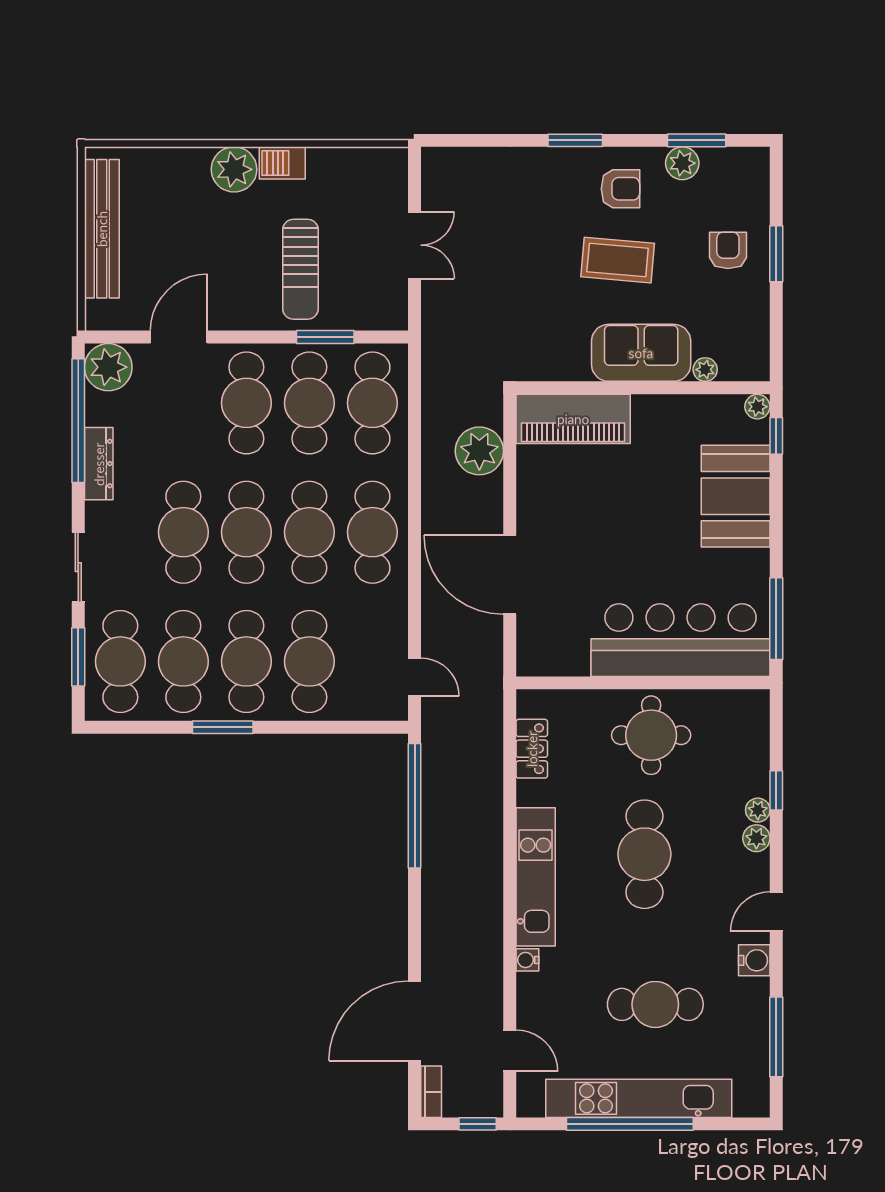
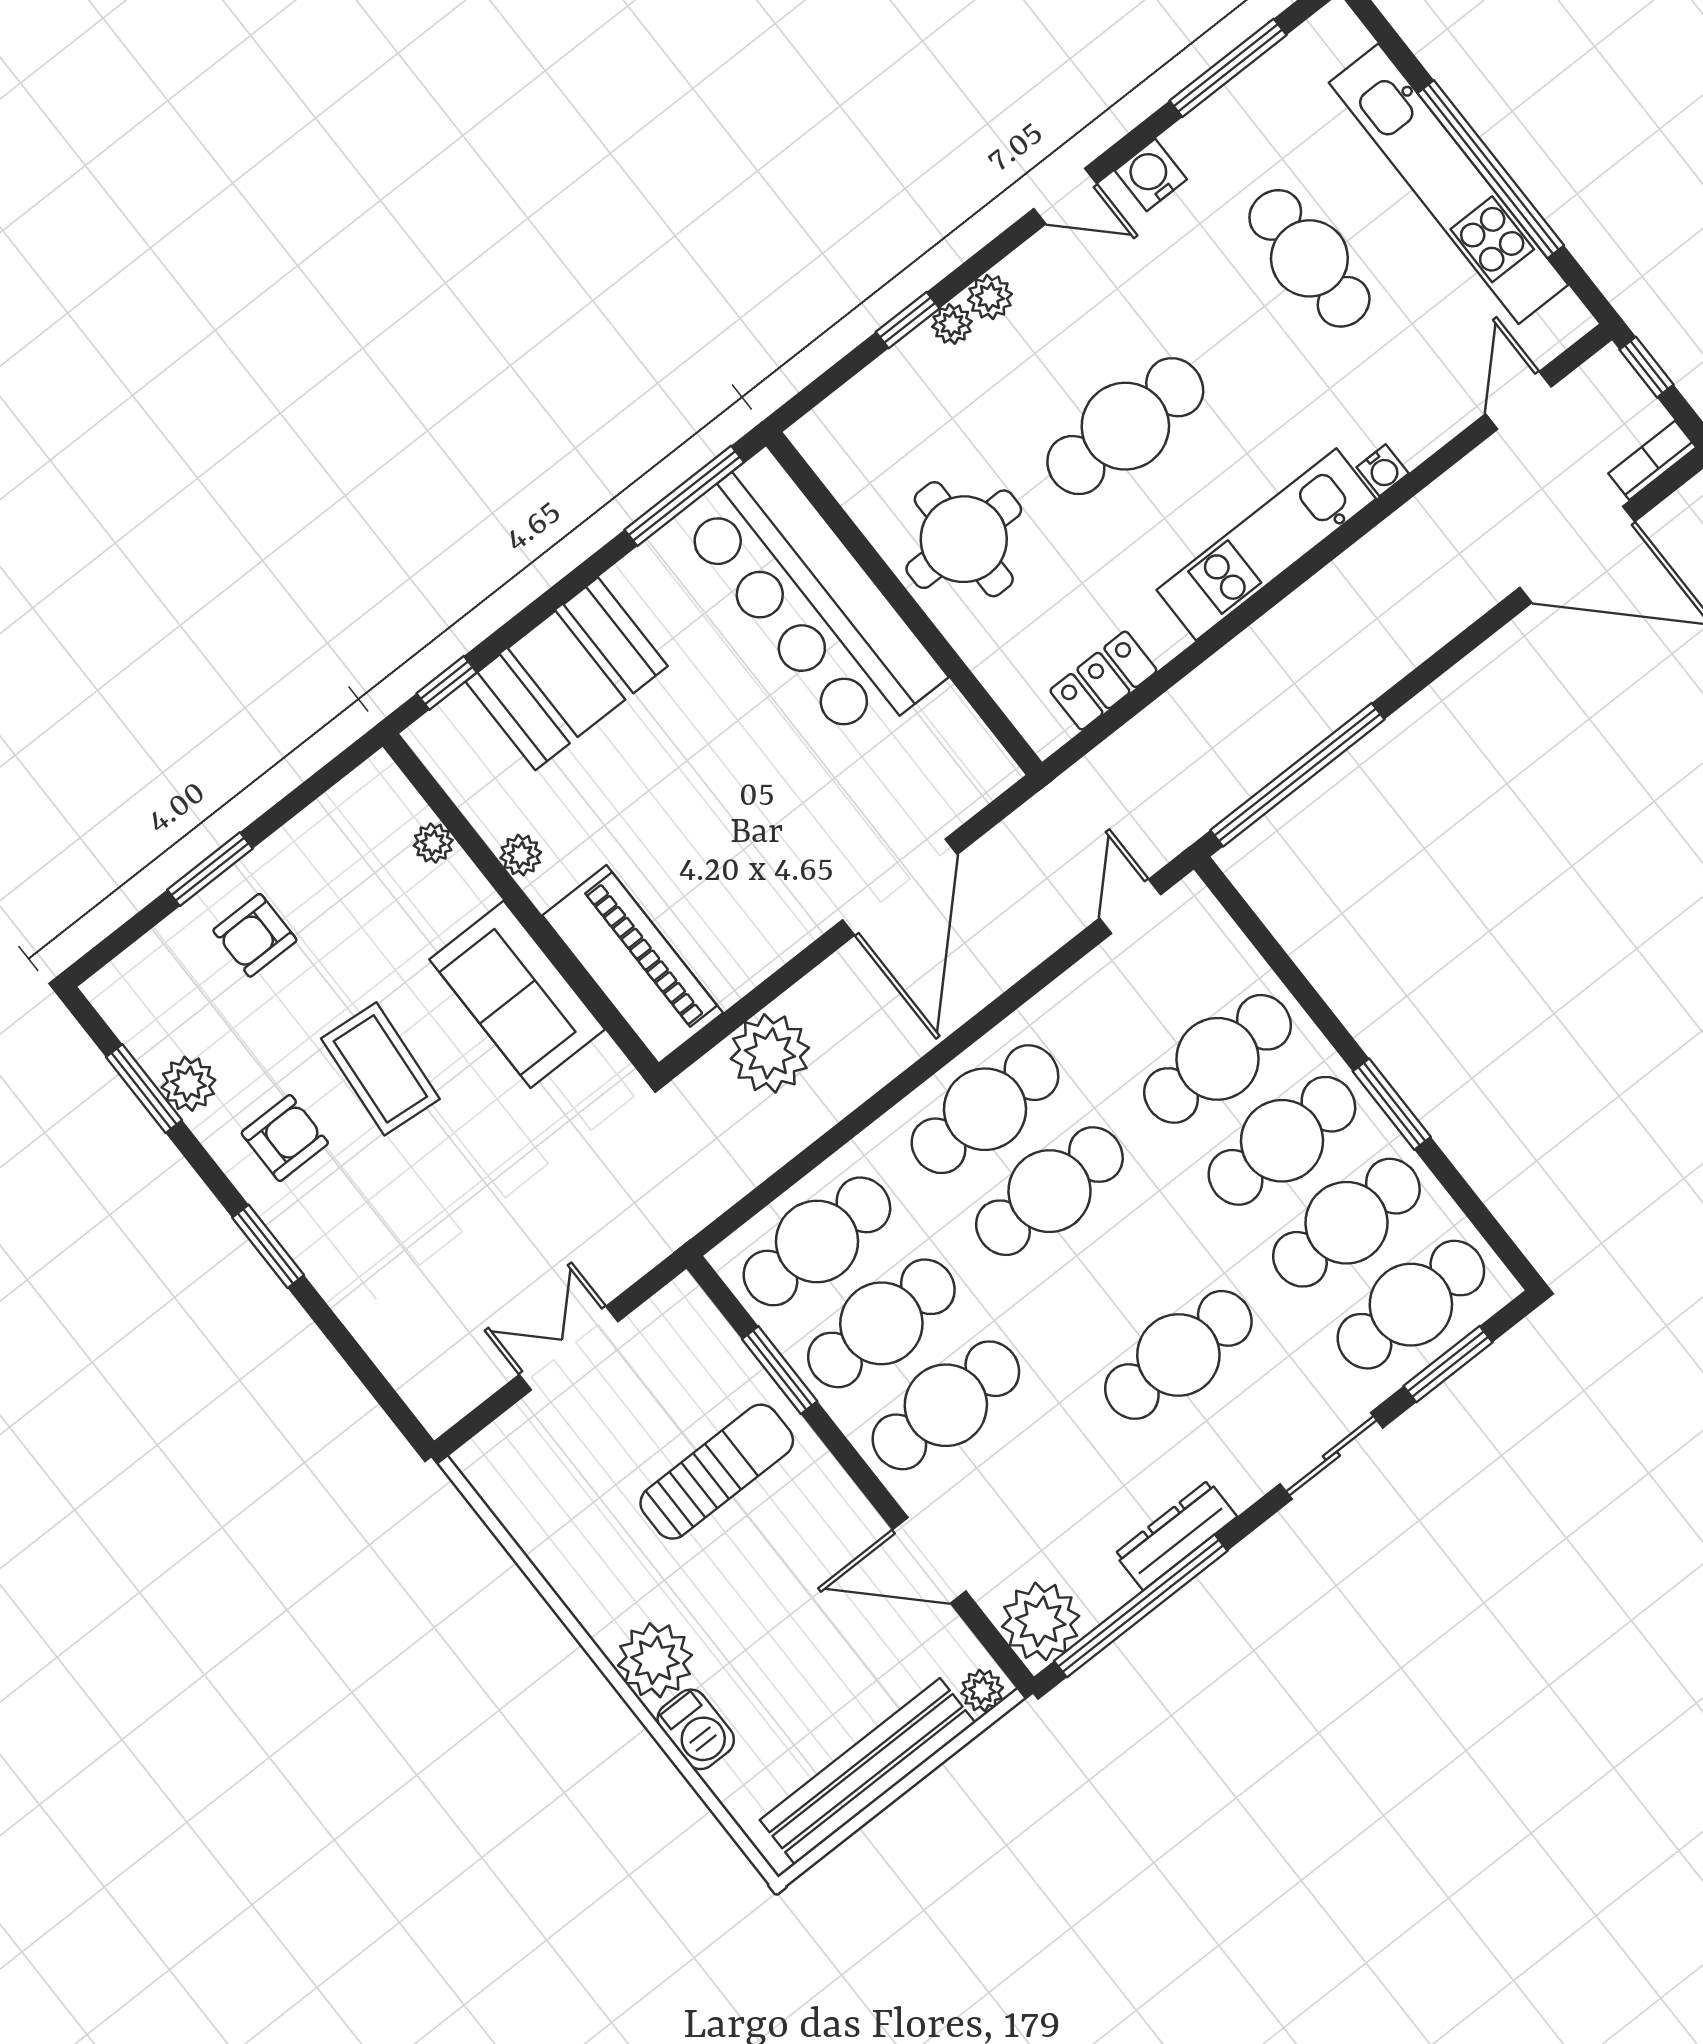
barbecue: (282, 163) -> (696, 1729), moved
armchair: (620, 189) -> (285, 1138), turned 90
plant: (97, 314) -> (982, 1690), added
sofa: (641, 353) -> (517, 994), moved
plant: (757, 407) -> (521, 855), moved
cafe table: (246, 532) -> (1114, 1273), removed

